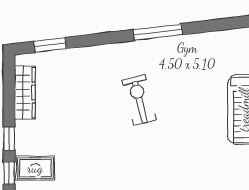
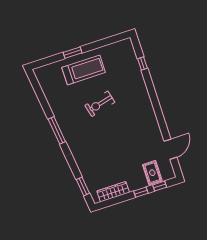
exercise bike: (139, 100) -> (100, 104), moved

